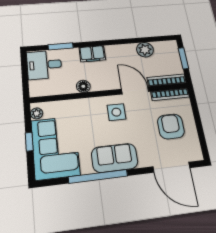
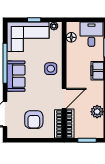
floor lamp: (83, 86) -> (71, 37), moved
side table: (116, 112) -> (51, 69), moved
armchair: (171, 126) -> (34, 120), turned 90

